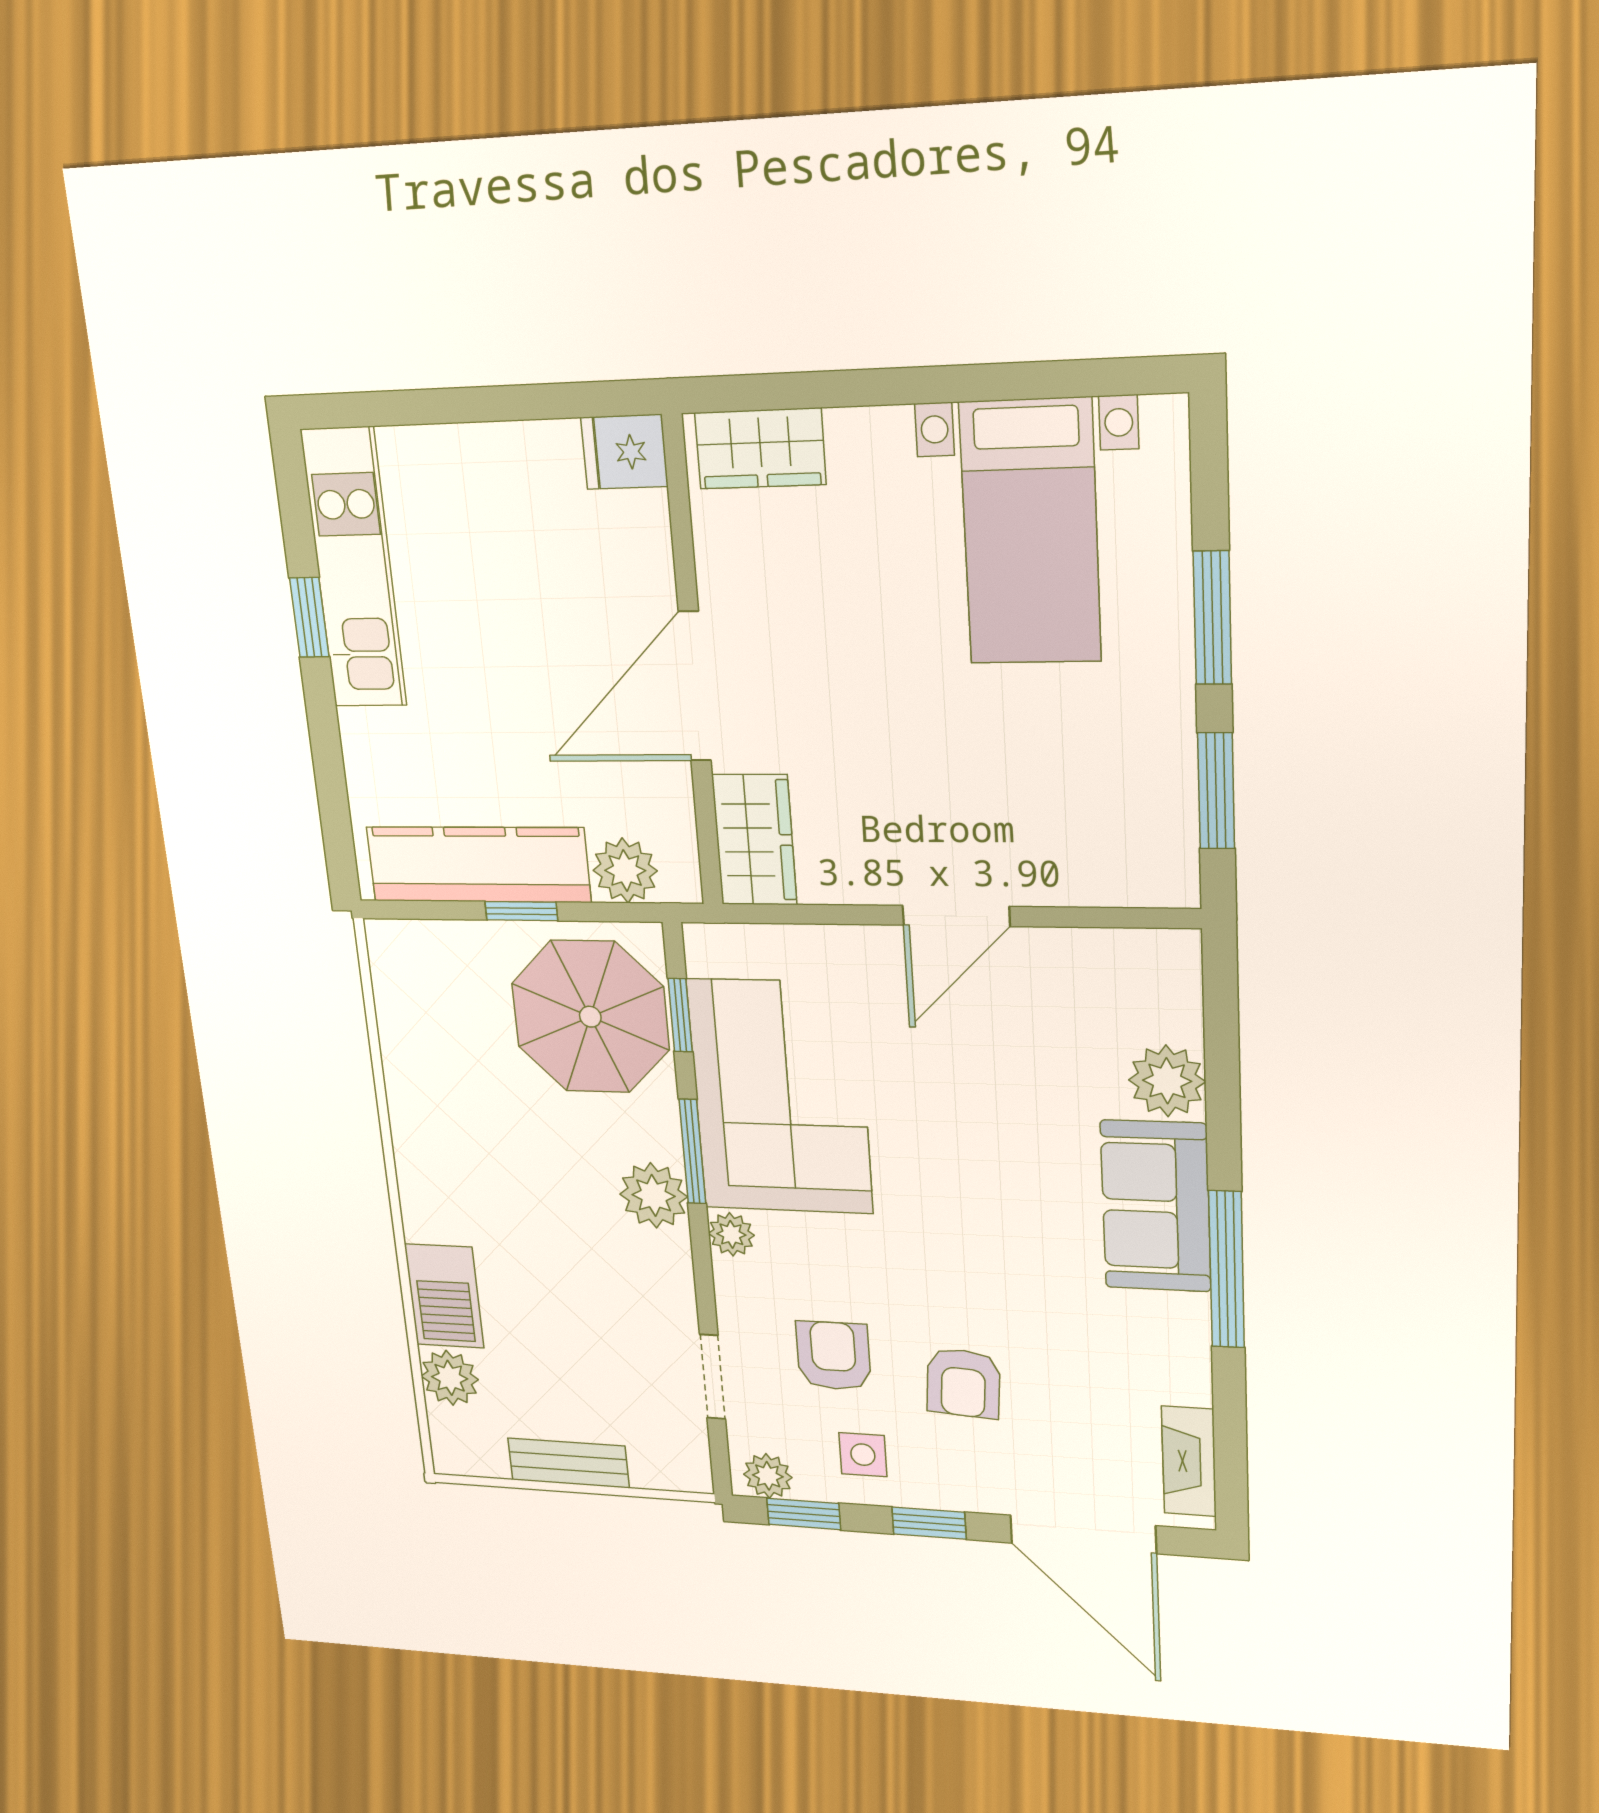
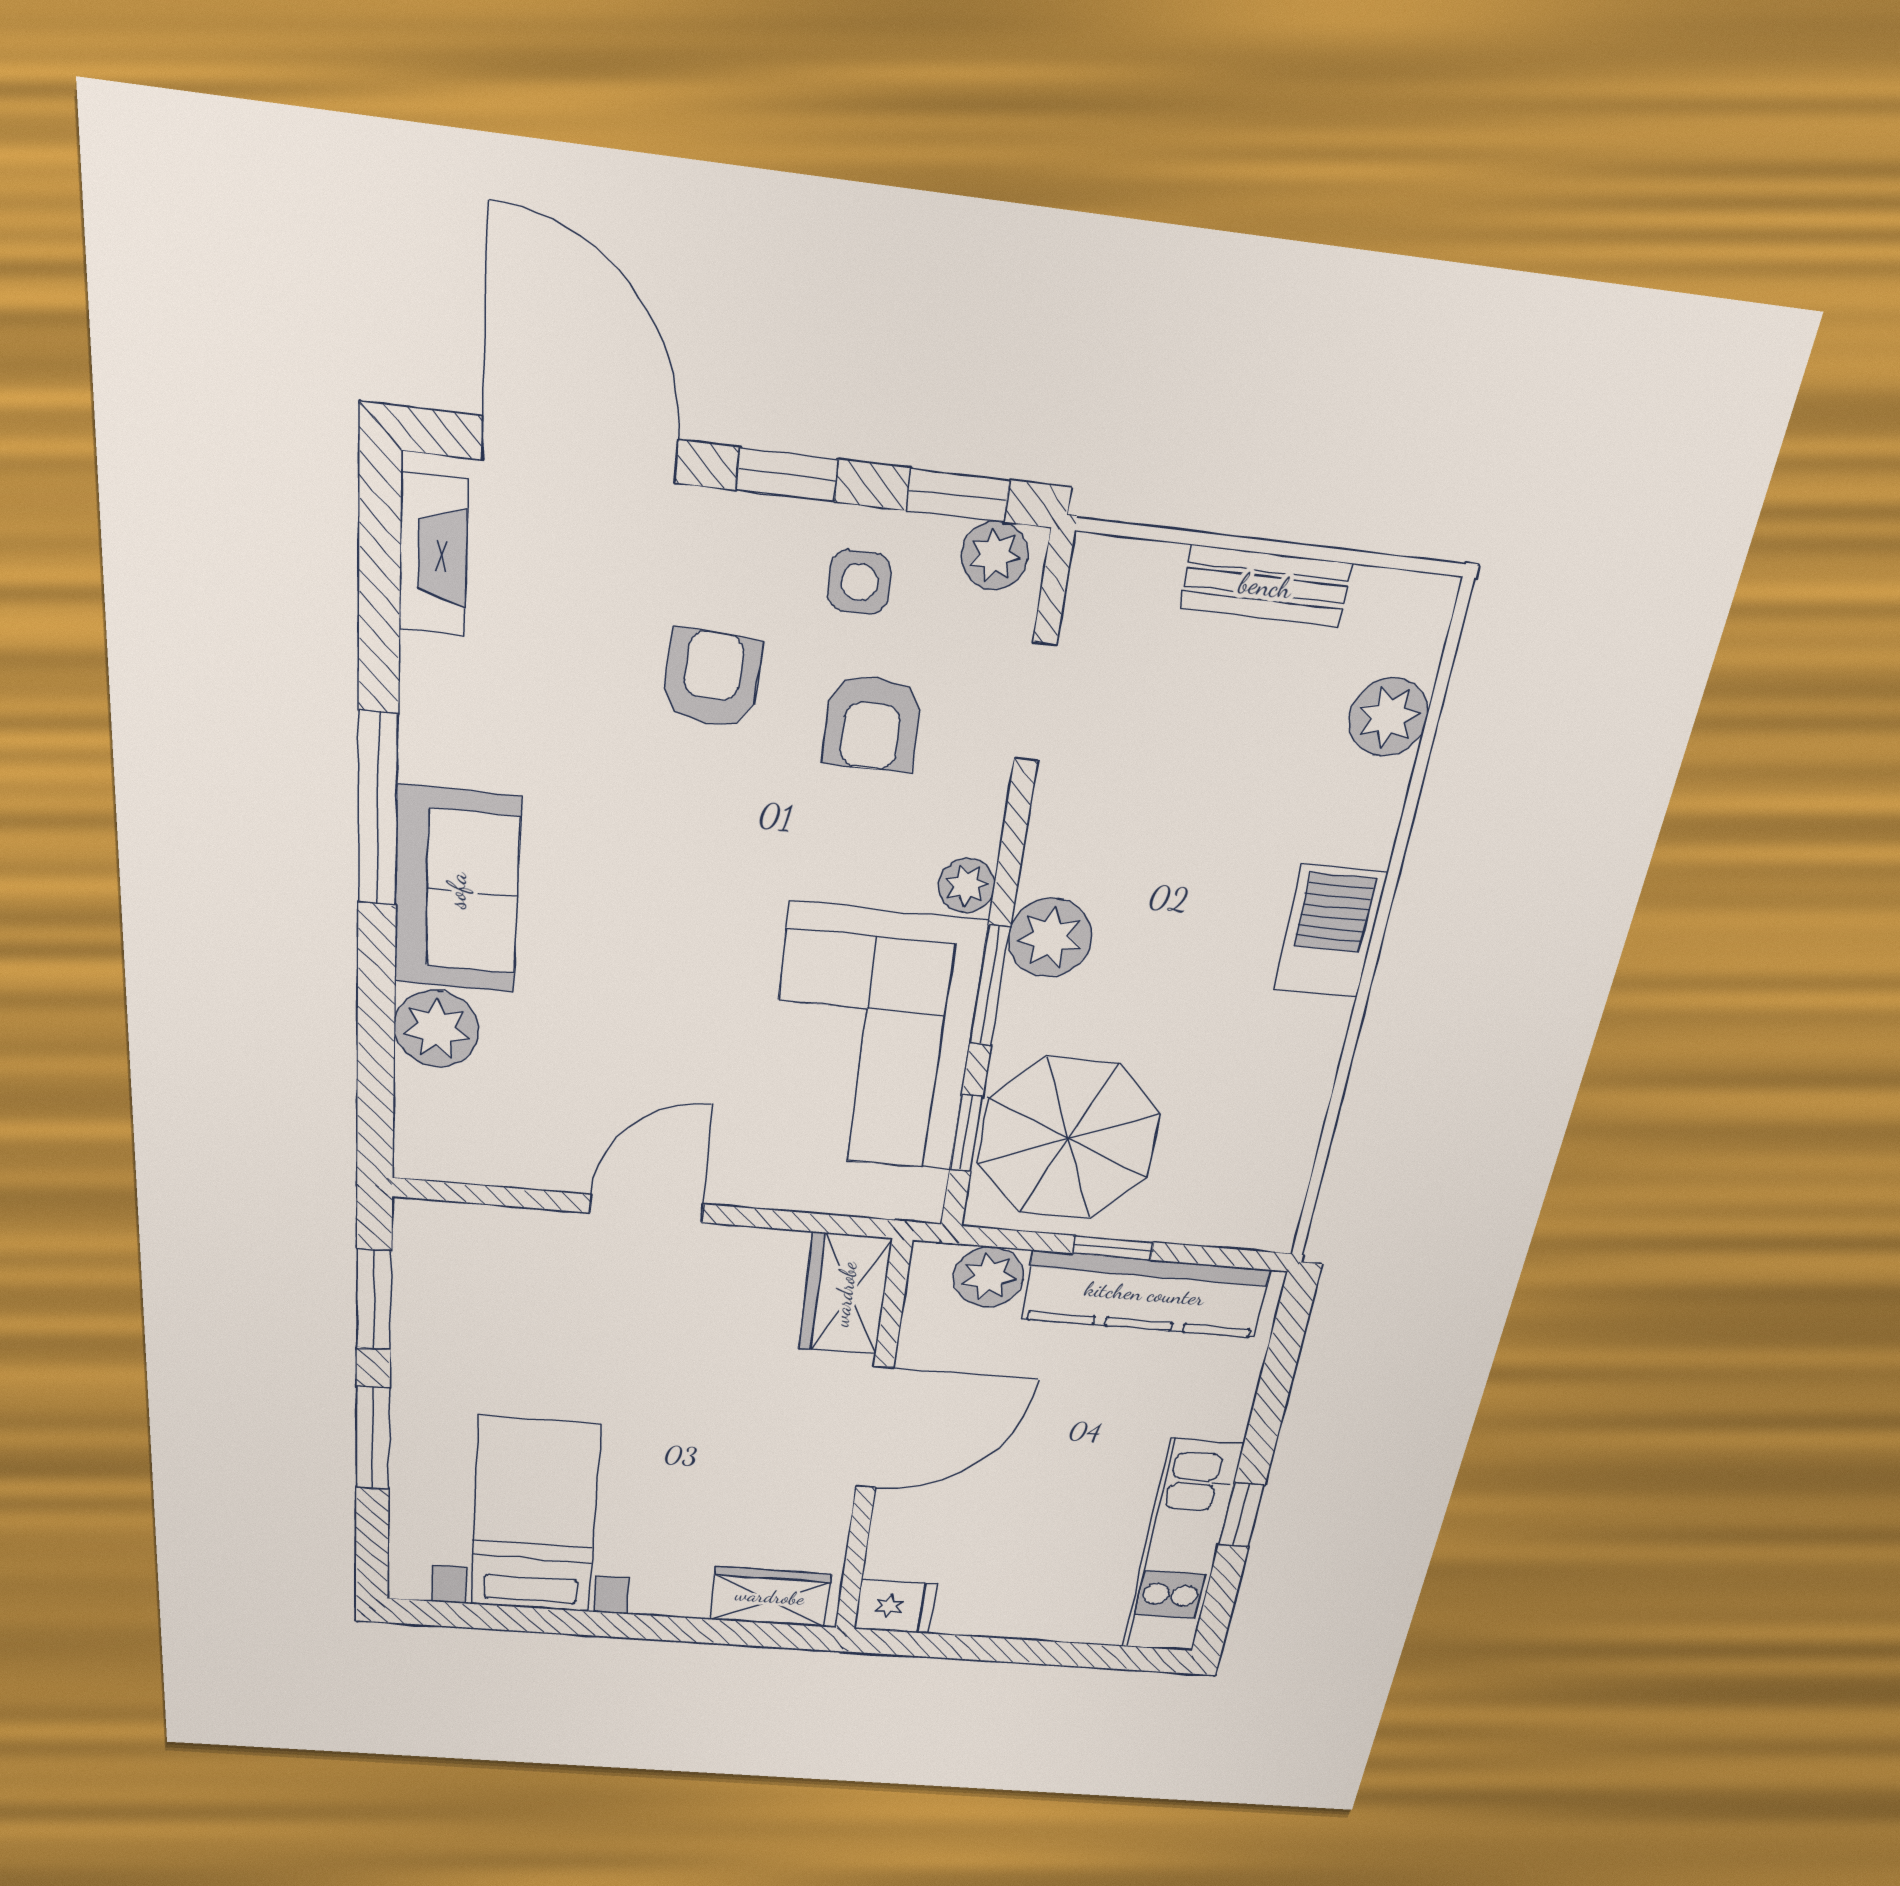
barbecue: (444, 1296) -> (1330, 931), moved

